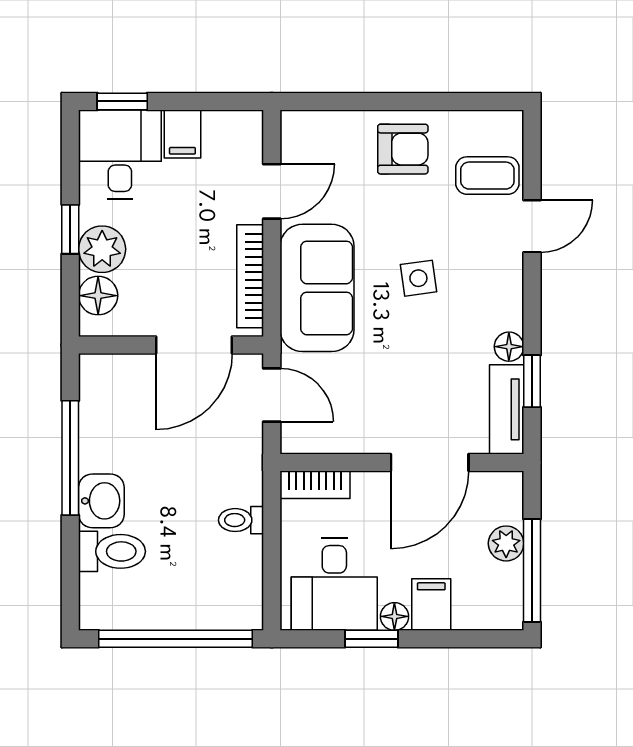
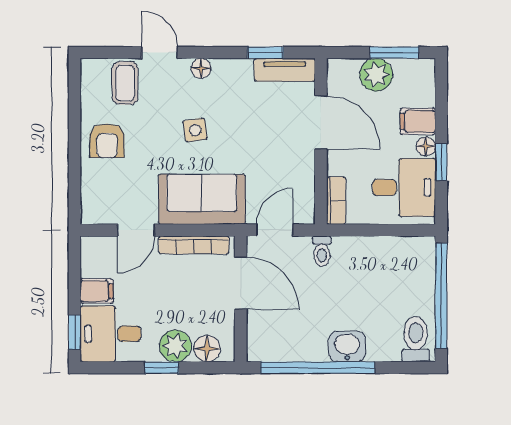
armchair: (403, 149) -> (107, 141), turned 180
door: (272, 191) -> (136, 230), swing flipped
floor lamp: (509, 347) -> (201, 68), moved
window: (70, 458) -> (318, 368), width x1.46
toilet: (241, 520) -> (322, 251), moved
plant: (506, 543) -> (376, 75), width x1.38, depth x1.38
toilet: (112, 551) -> (416, 339), moved
window: (532, 570) -> (395, 53), width x0.69

